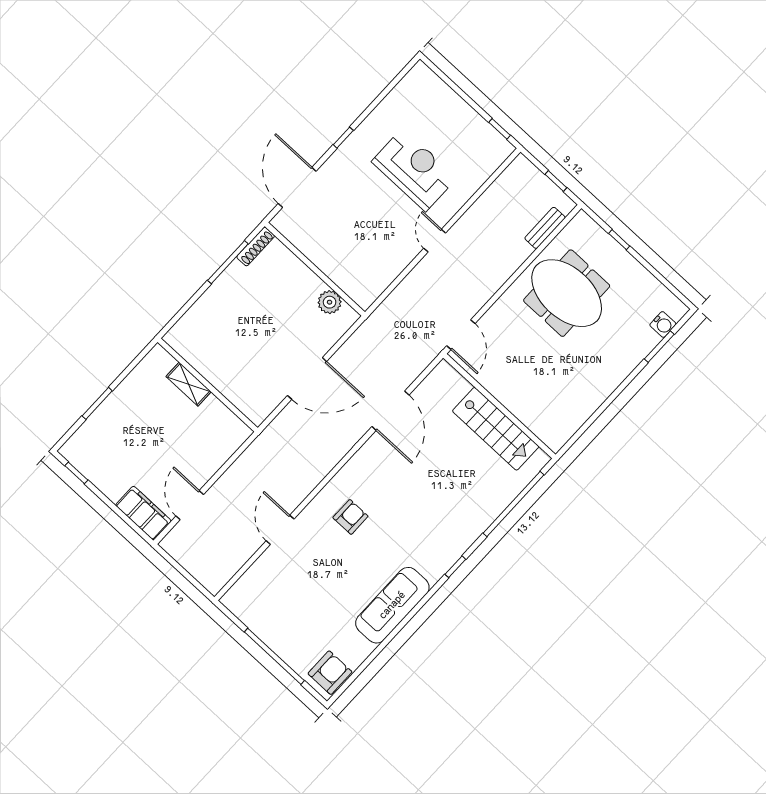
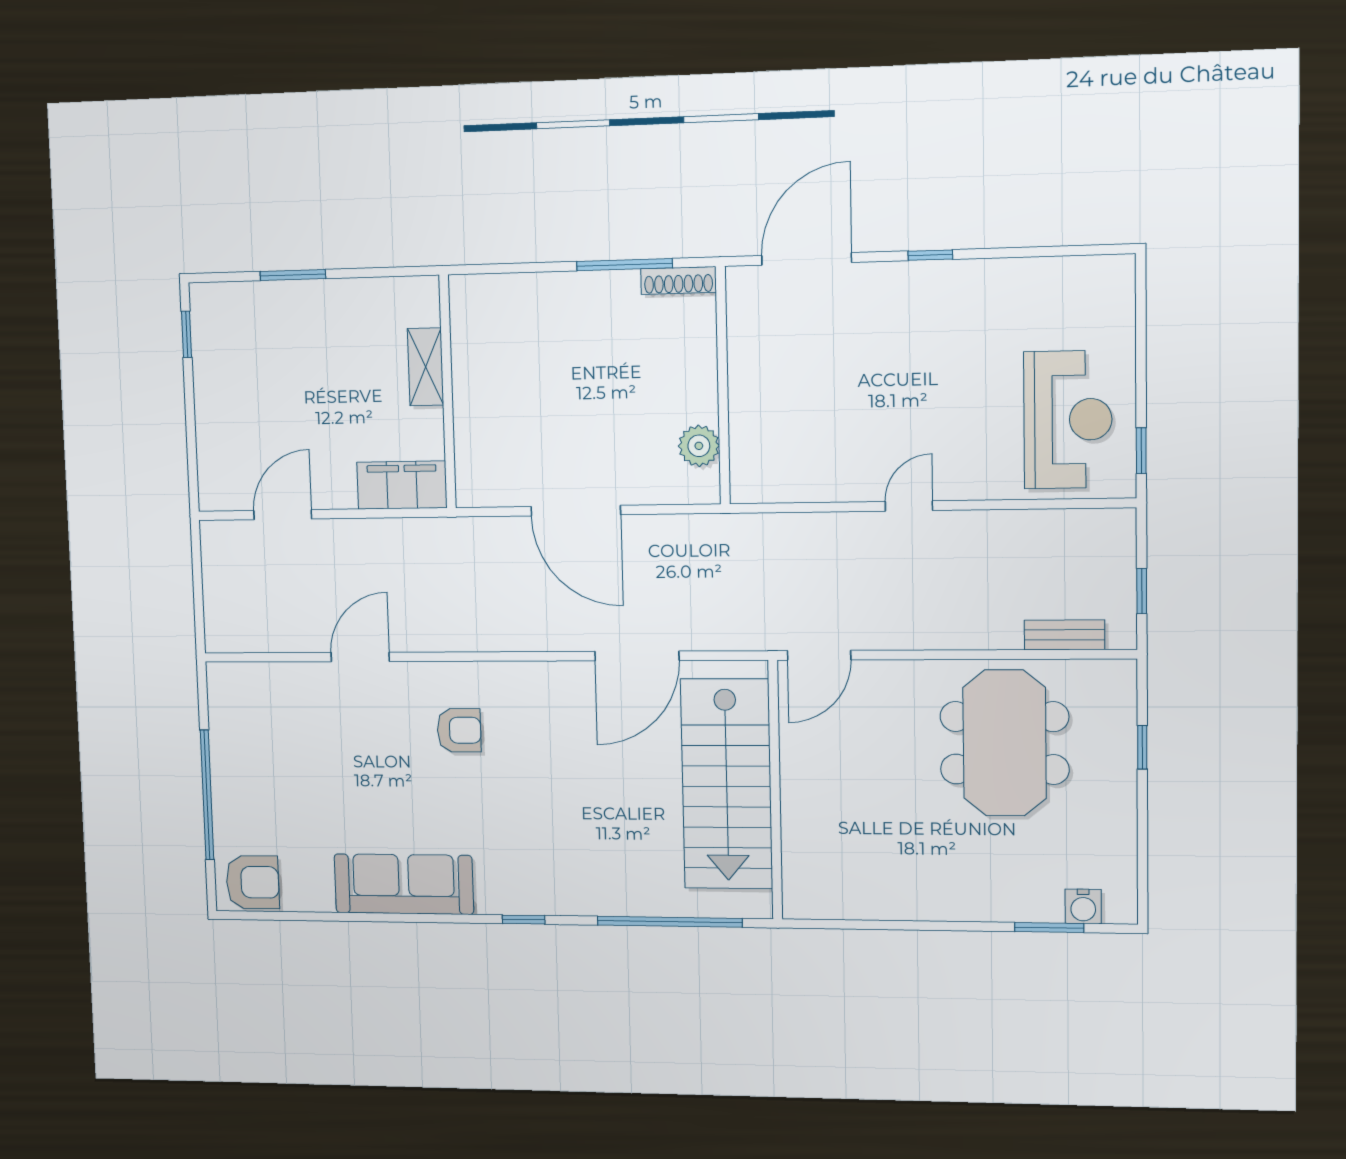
reception desk: (414, 170) -> (1068, 420), moved
stairs: (496, 429) -> (727, 784), width x1.36, depth x1.51
filing cabinet: (143, 513) -> (402, 485), moved, turned -90

